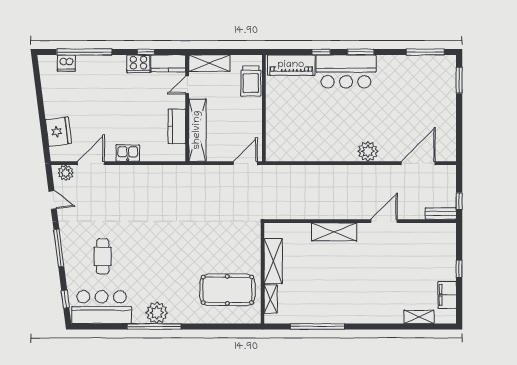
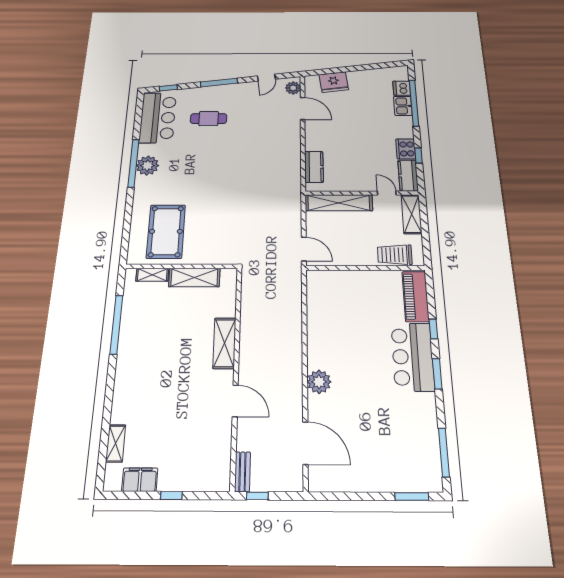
kitchen counter: (177, 126) -> (314, 167), moved, turned 90
kitchen sink: (128, 153) -> (403, 106), moved, turned 180

